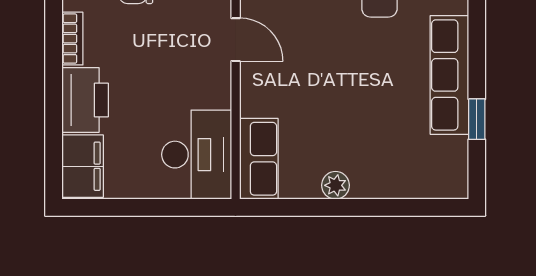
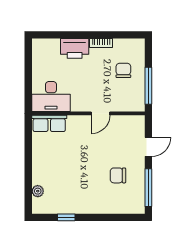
row of seats: (449, 75) -> (85, 206), removed
filing cabinet: (83, 166) -> (46, 47), removed
plant: (335, 185) -> (38, 191), moved

